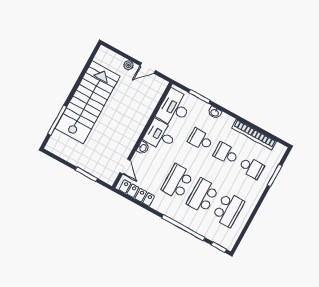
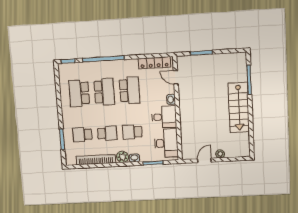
stairs: (88, 102) -> (239, 107), width x0.73, depth x0.66
plant: (226, 121) -> (123, 157), added
school desk: (200, 140) -> (132, 132), turned 180

